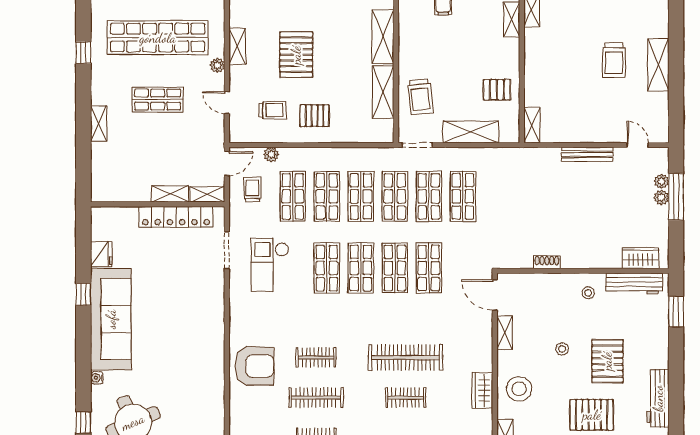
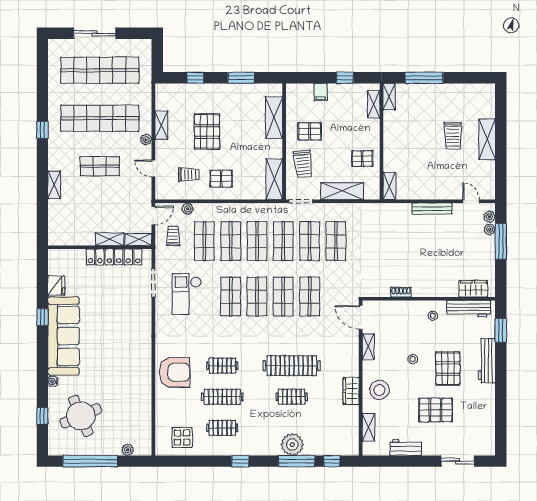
pallet: (429, 54) -> (310, 131), added
shelving: (383, 92) -> (274, 179), moved
plant: (661, 197) -> (489, 217), moved
workbench: (658, 398) -> (487, 361), moved

